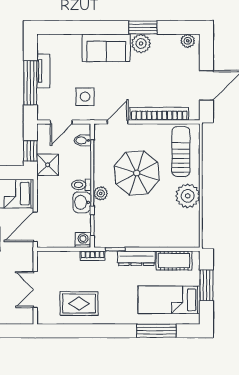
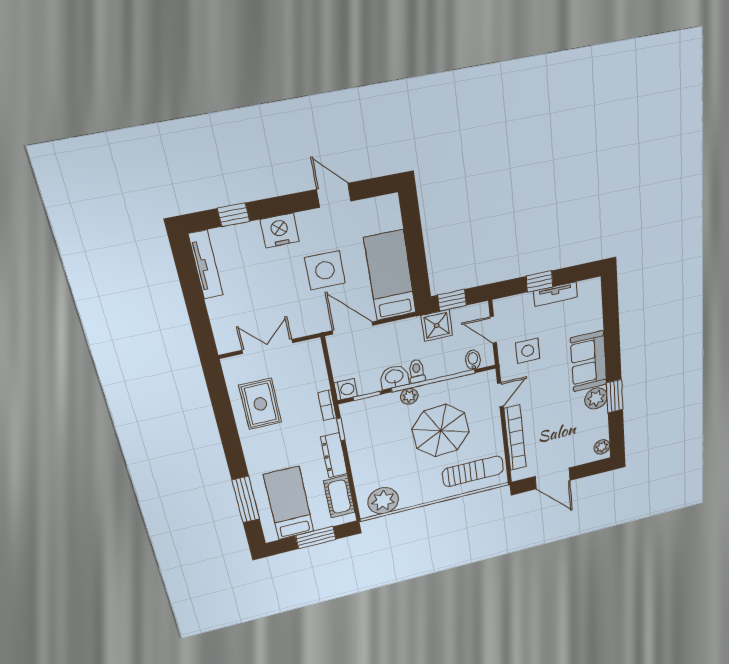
window: (30, 83) -> (539, 281), width x0.46
door: (118, 122) -> (500, 395), hinge flipped
plant: (188, 196) -> (383, 501), moved

